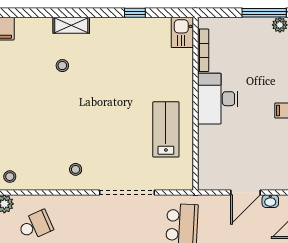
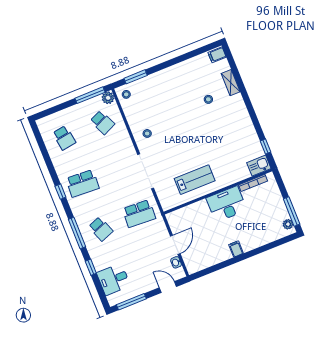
window: (135, 13) -> (265, 147), moved
shelving: (71, 25) -> (231, 83), moved
door: (246, 192) -> (175, 245), swing flipped

